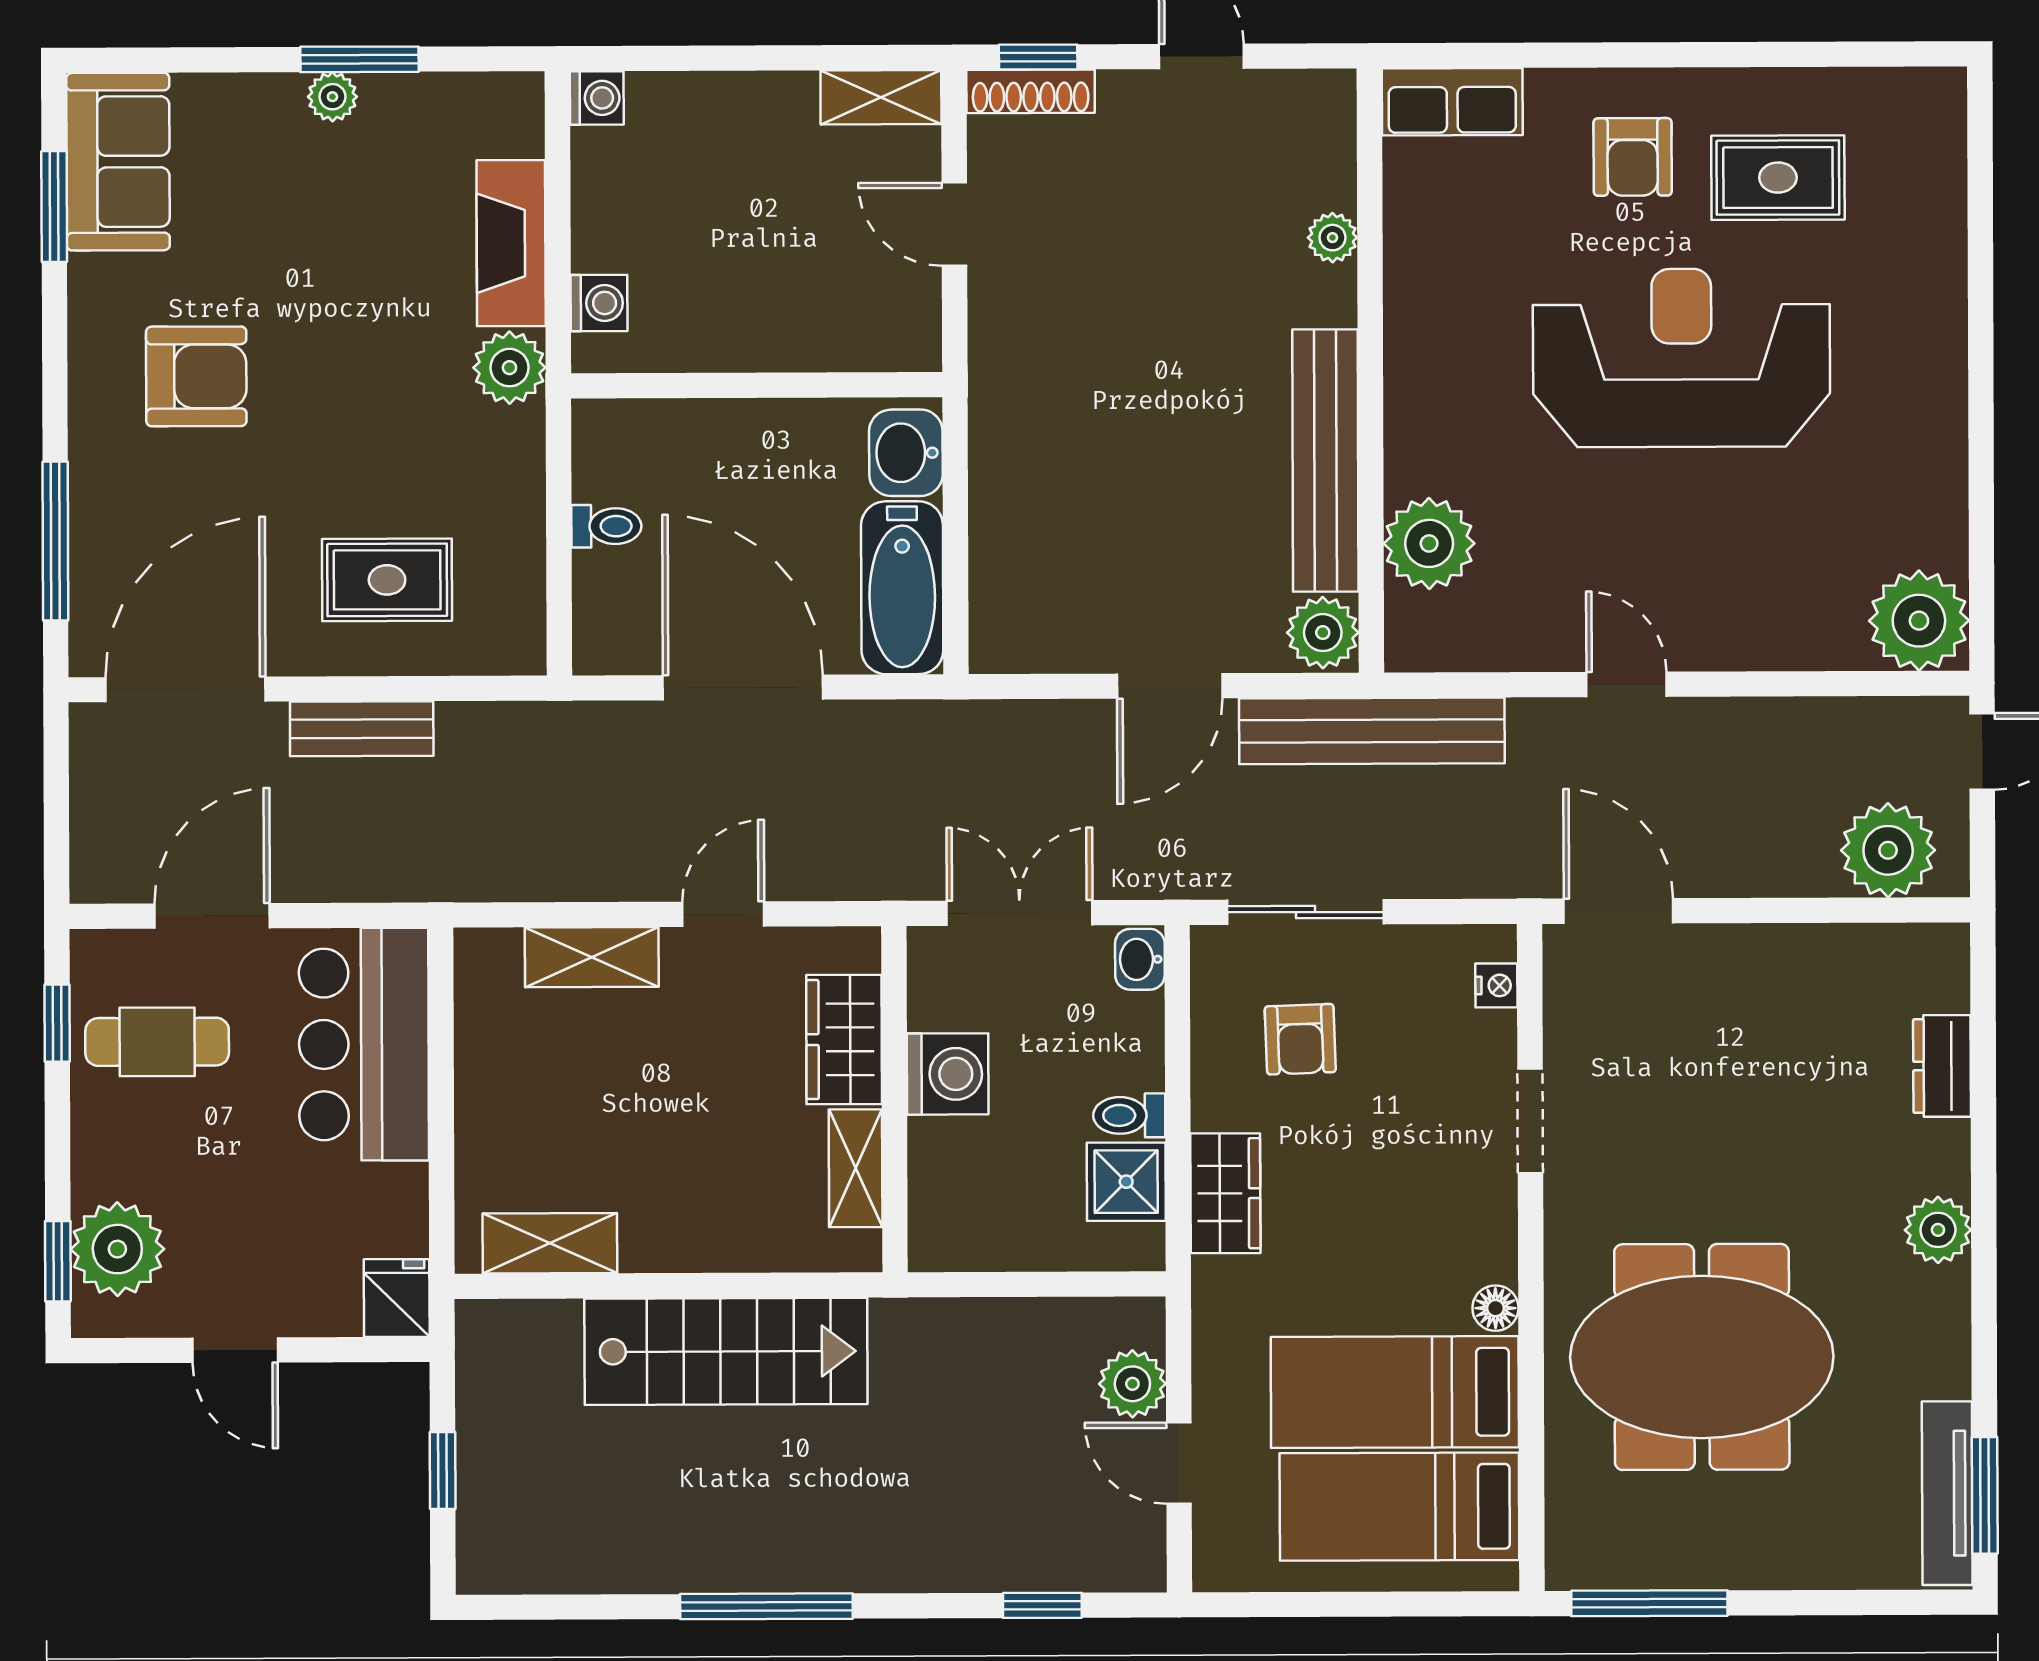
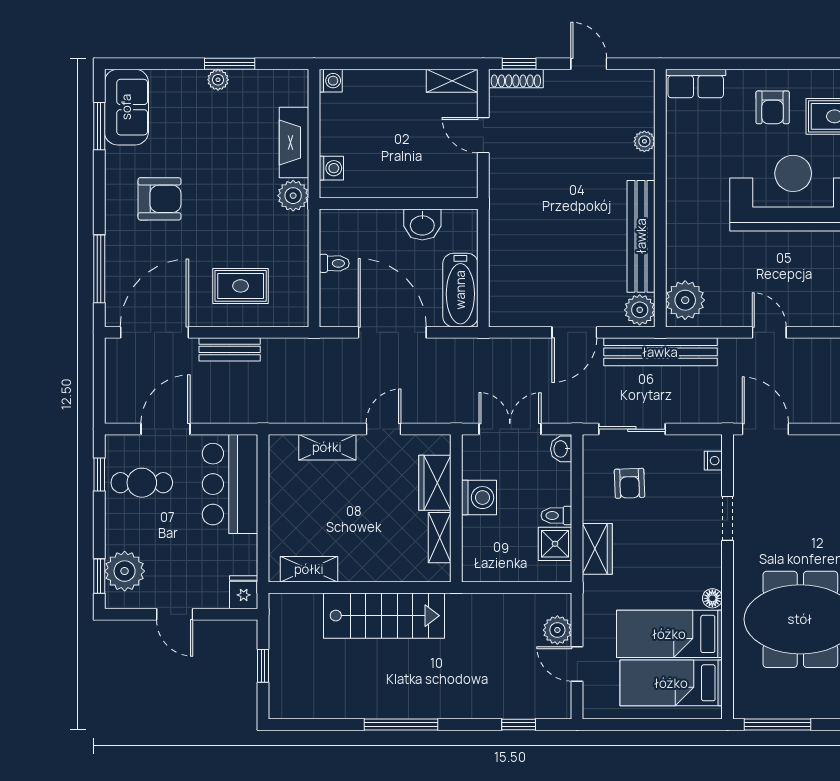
washbasin: (906, 453) -> (422, 224), moved, turned -90
plant: (1429, 543) -> (685, 300), moved

